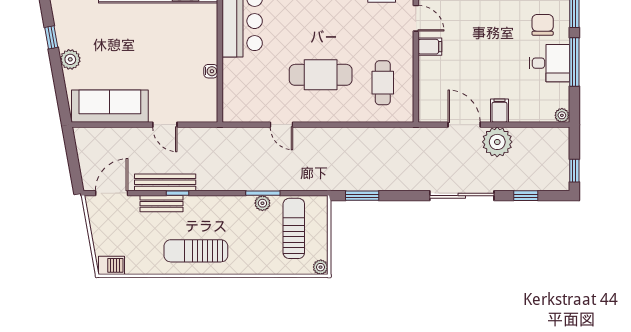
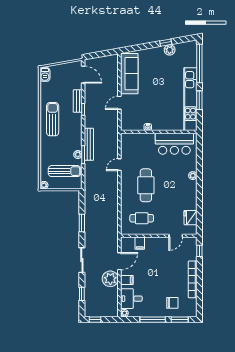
filing cabinet: (430, 47) -> (140, 243), moved
plant: (70, 59) -> (170, 50), moved
desk: (549, 63) -> (131, 299), moved, turned 90
bench: (165, 182) -> (89, 144), moved
window: (362, 196) -> (82, 223), moved
sliding door: (462, 196) -> (82, 260), width x0.73

